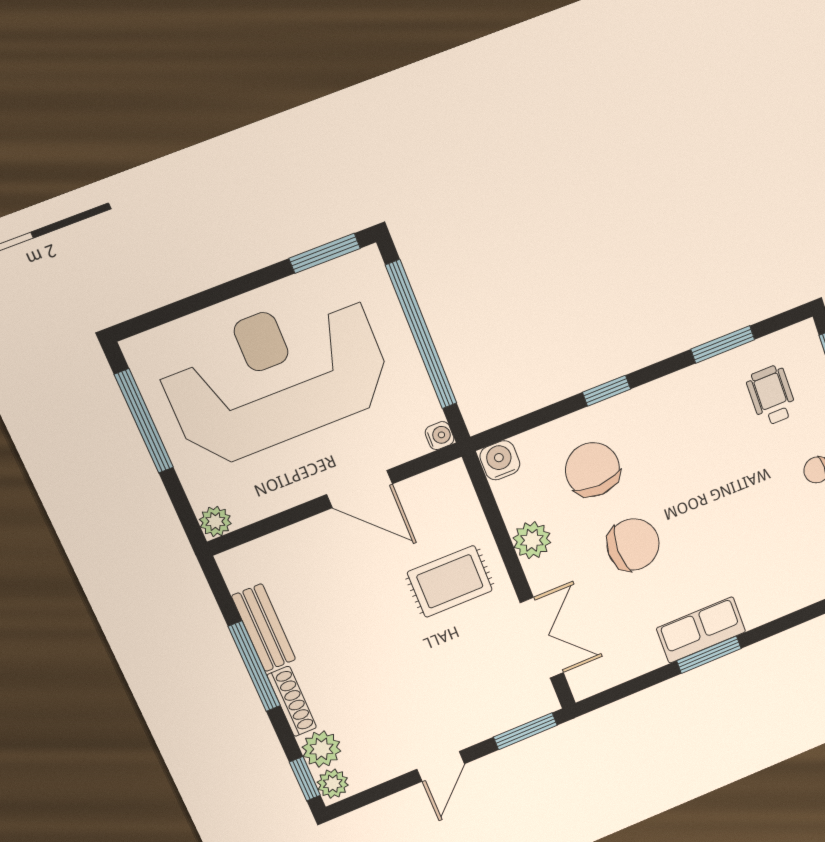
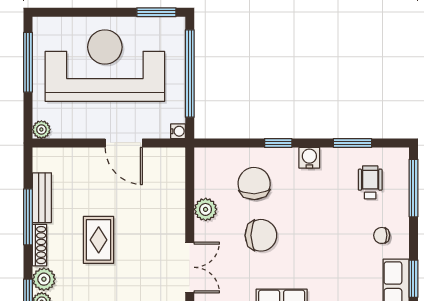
water cooler: (500, 460) -> (309, 158), moved
rug: (450, 581) -> (99, 240), moved, turned 90

